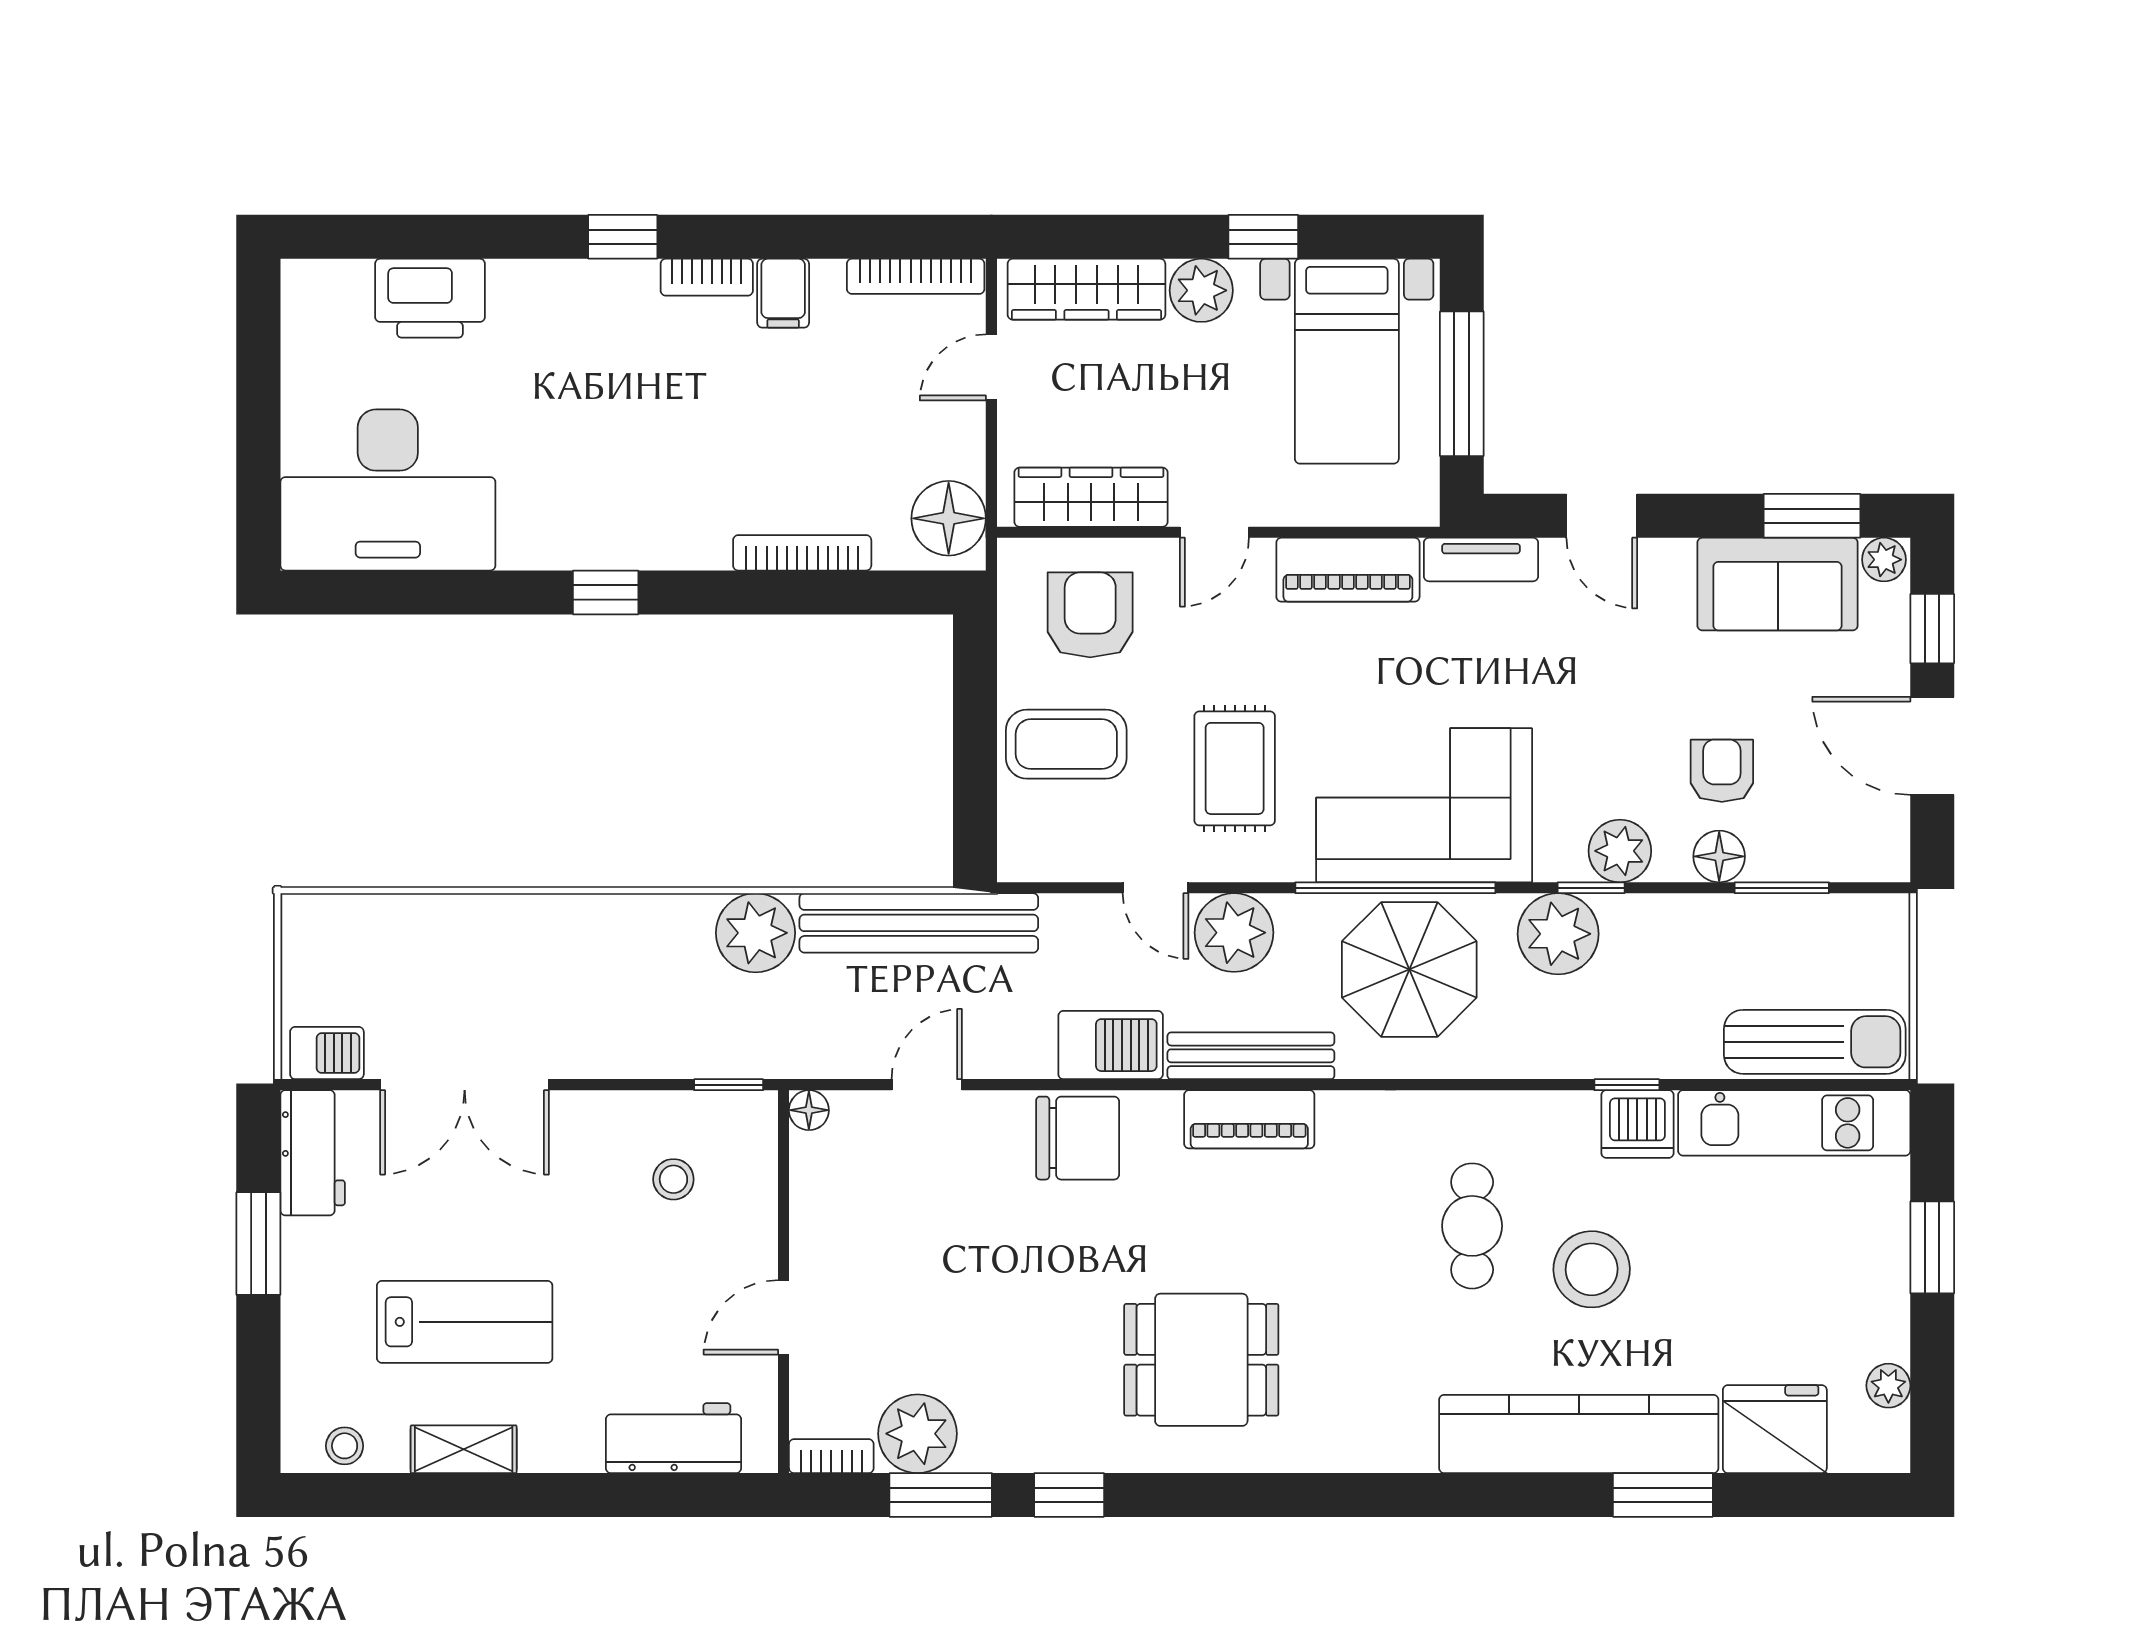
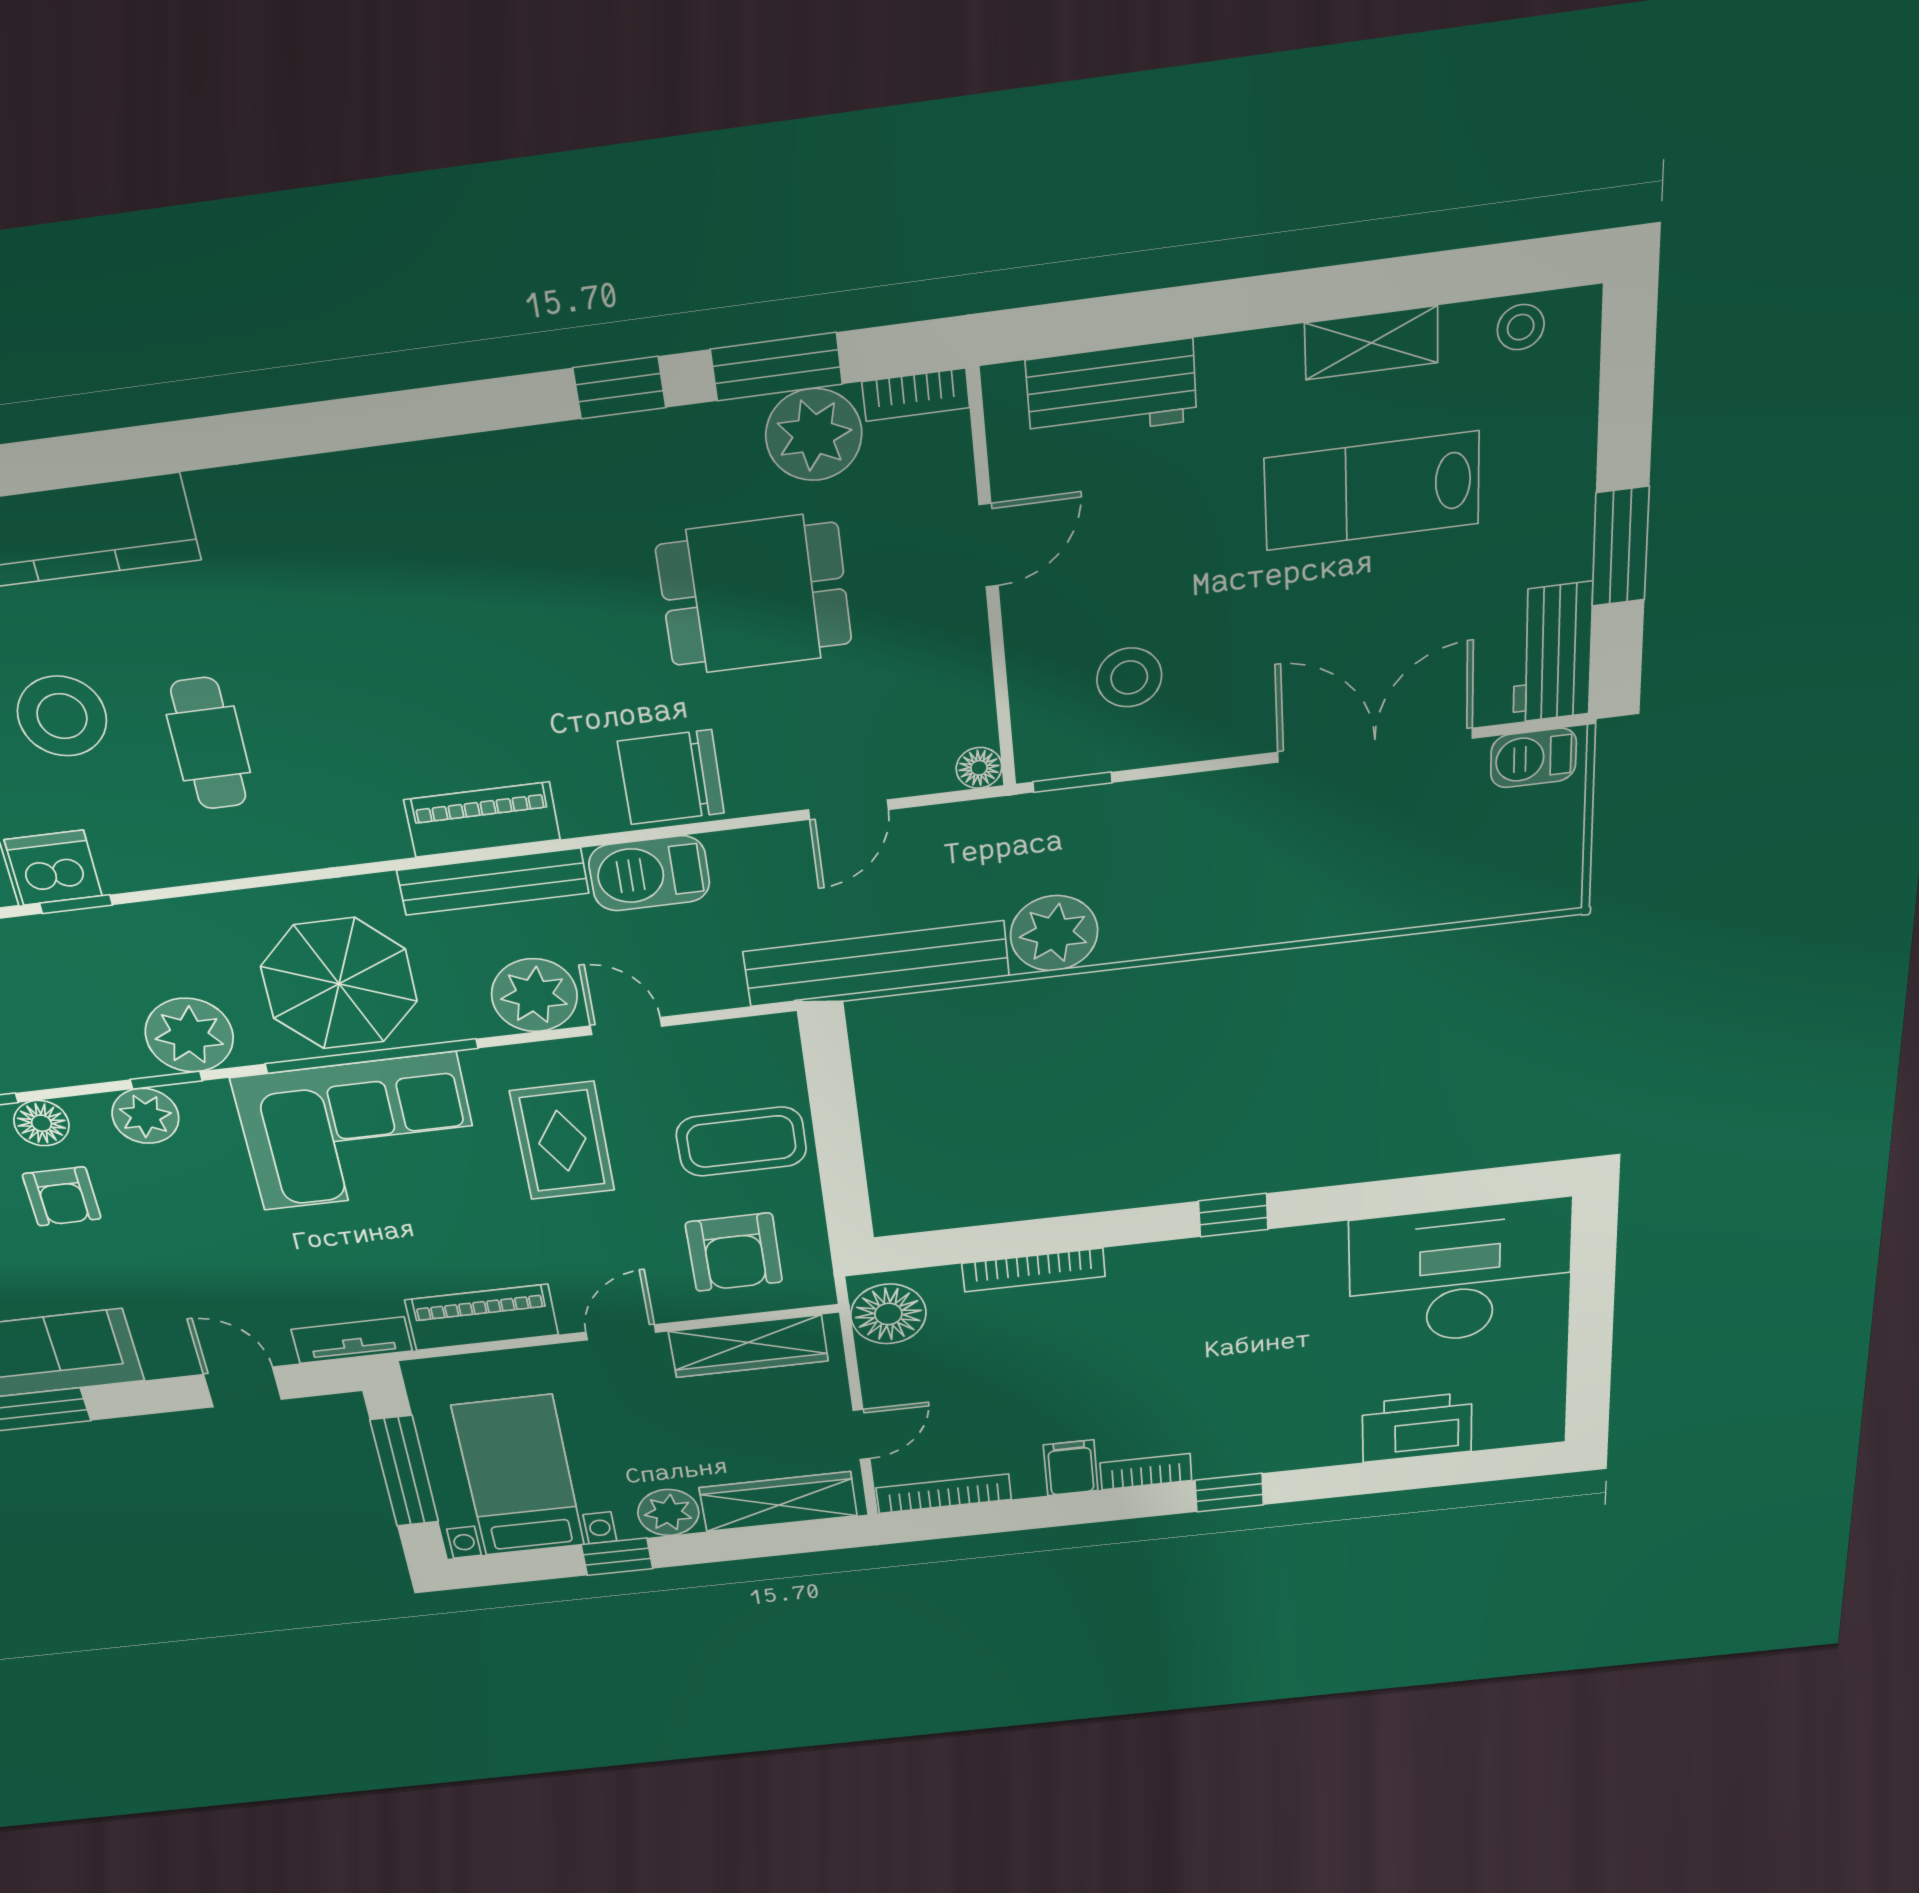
stool: (673, 1179) -> (1129, 677), width x1.37, depth x1.37
dining table: (1201, 1360) -> (754, 594), moved

